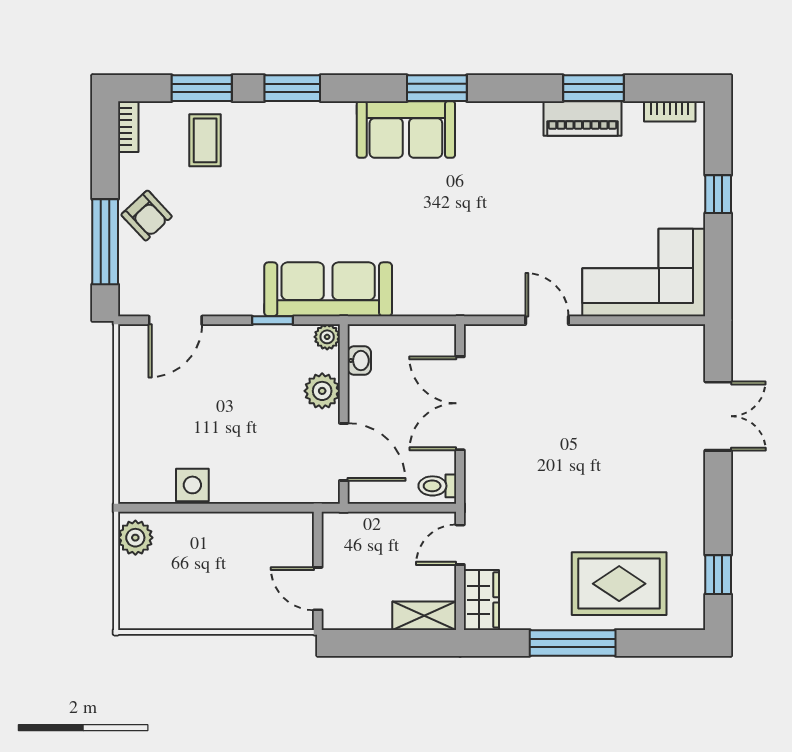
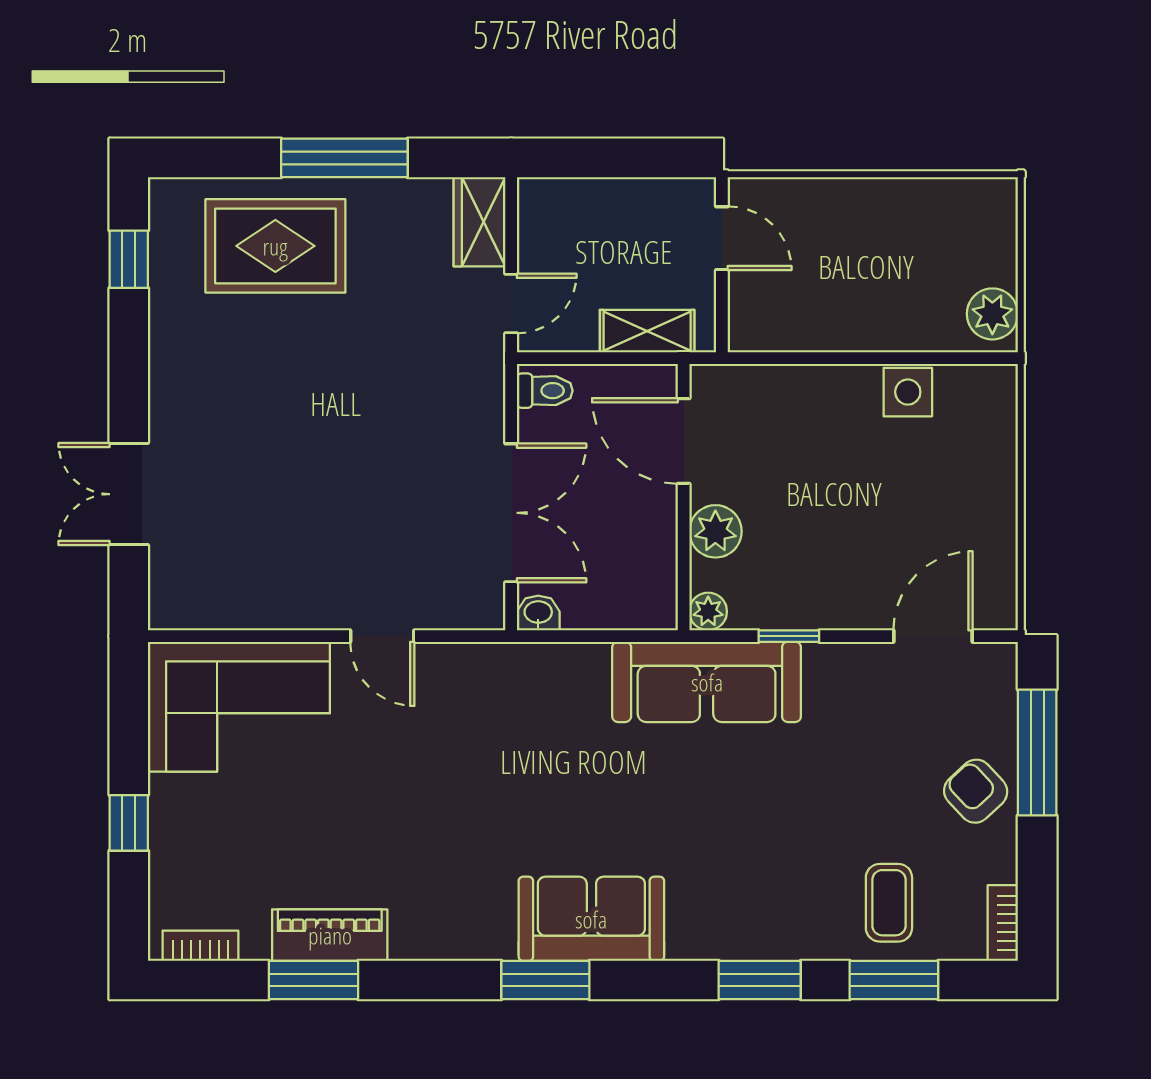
washbasin: (359, 361) -> (538, 613), moved, turned 90
shelving: (424, 616) -> (647, 331), moved

